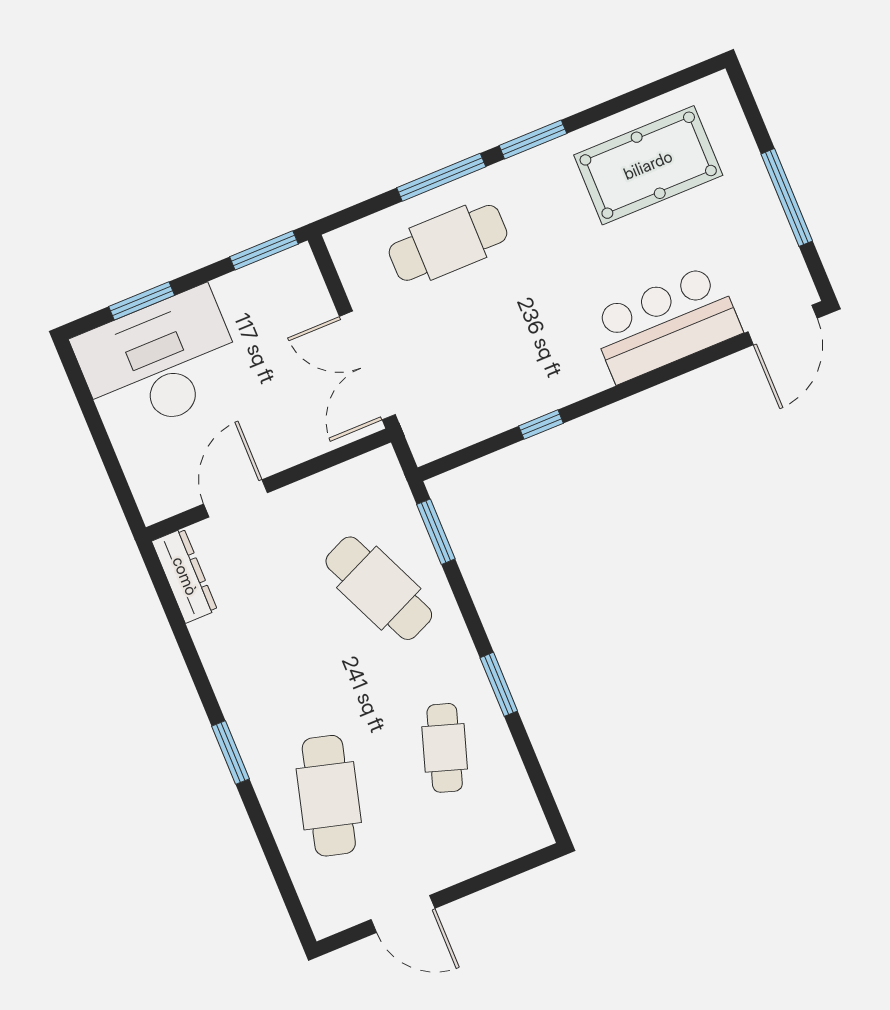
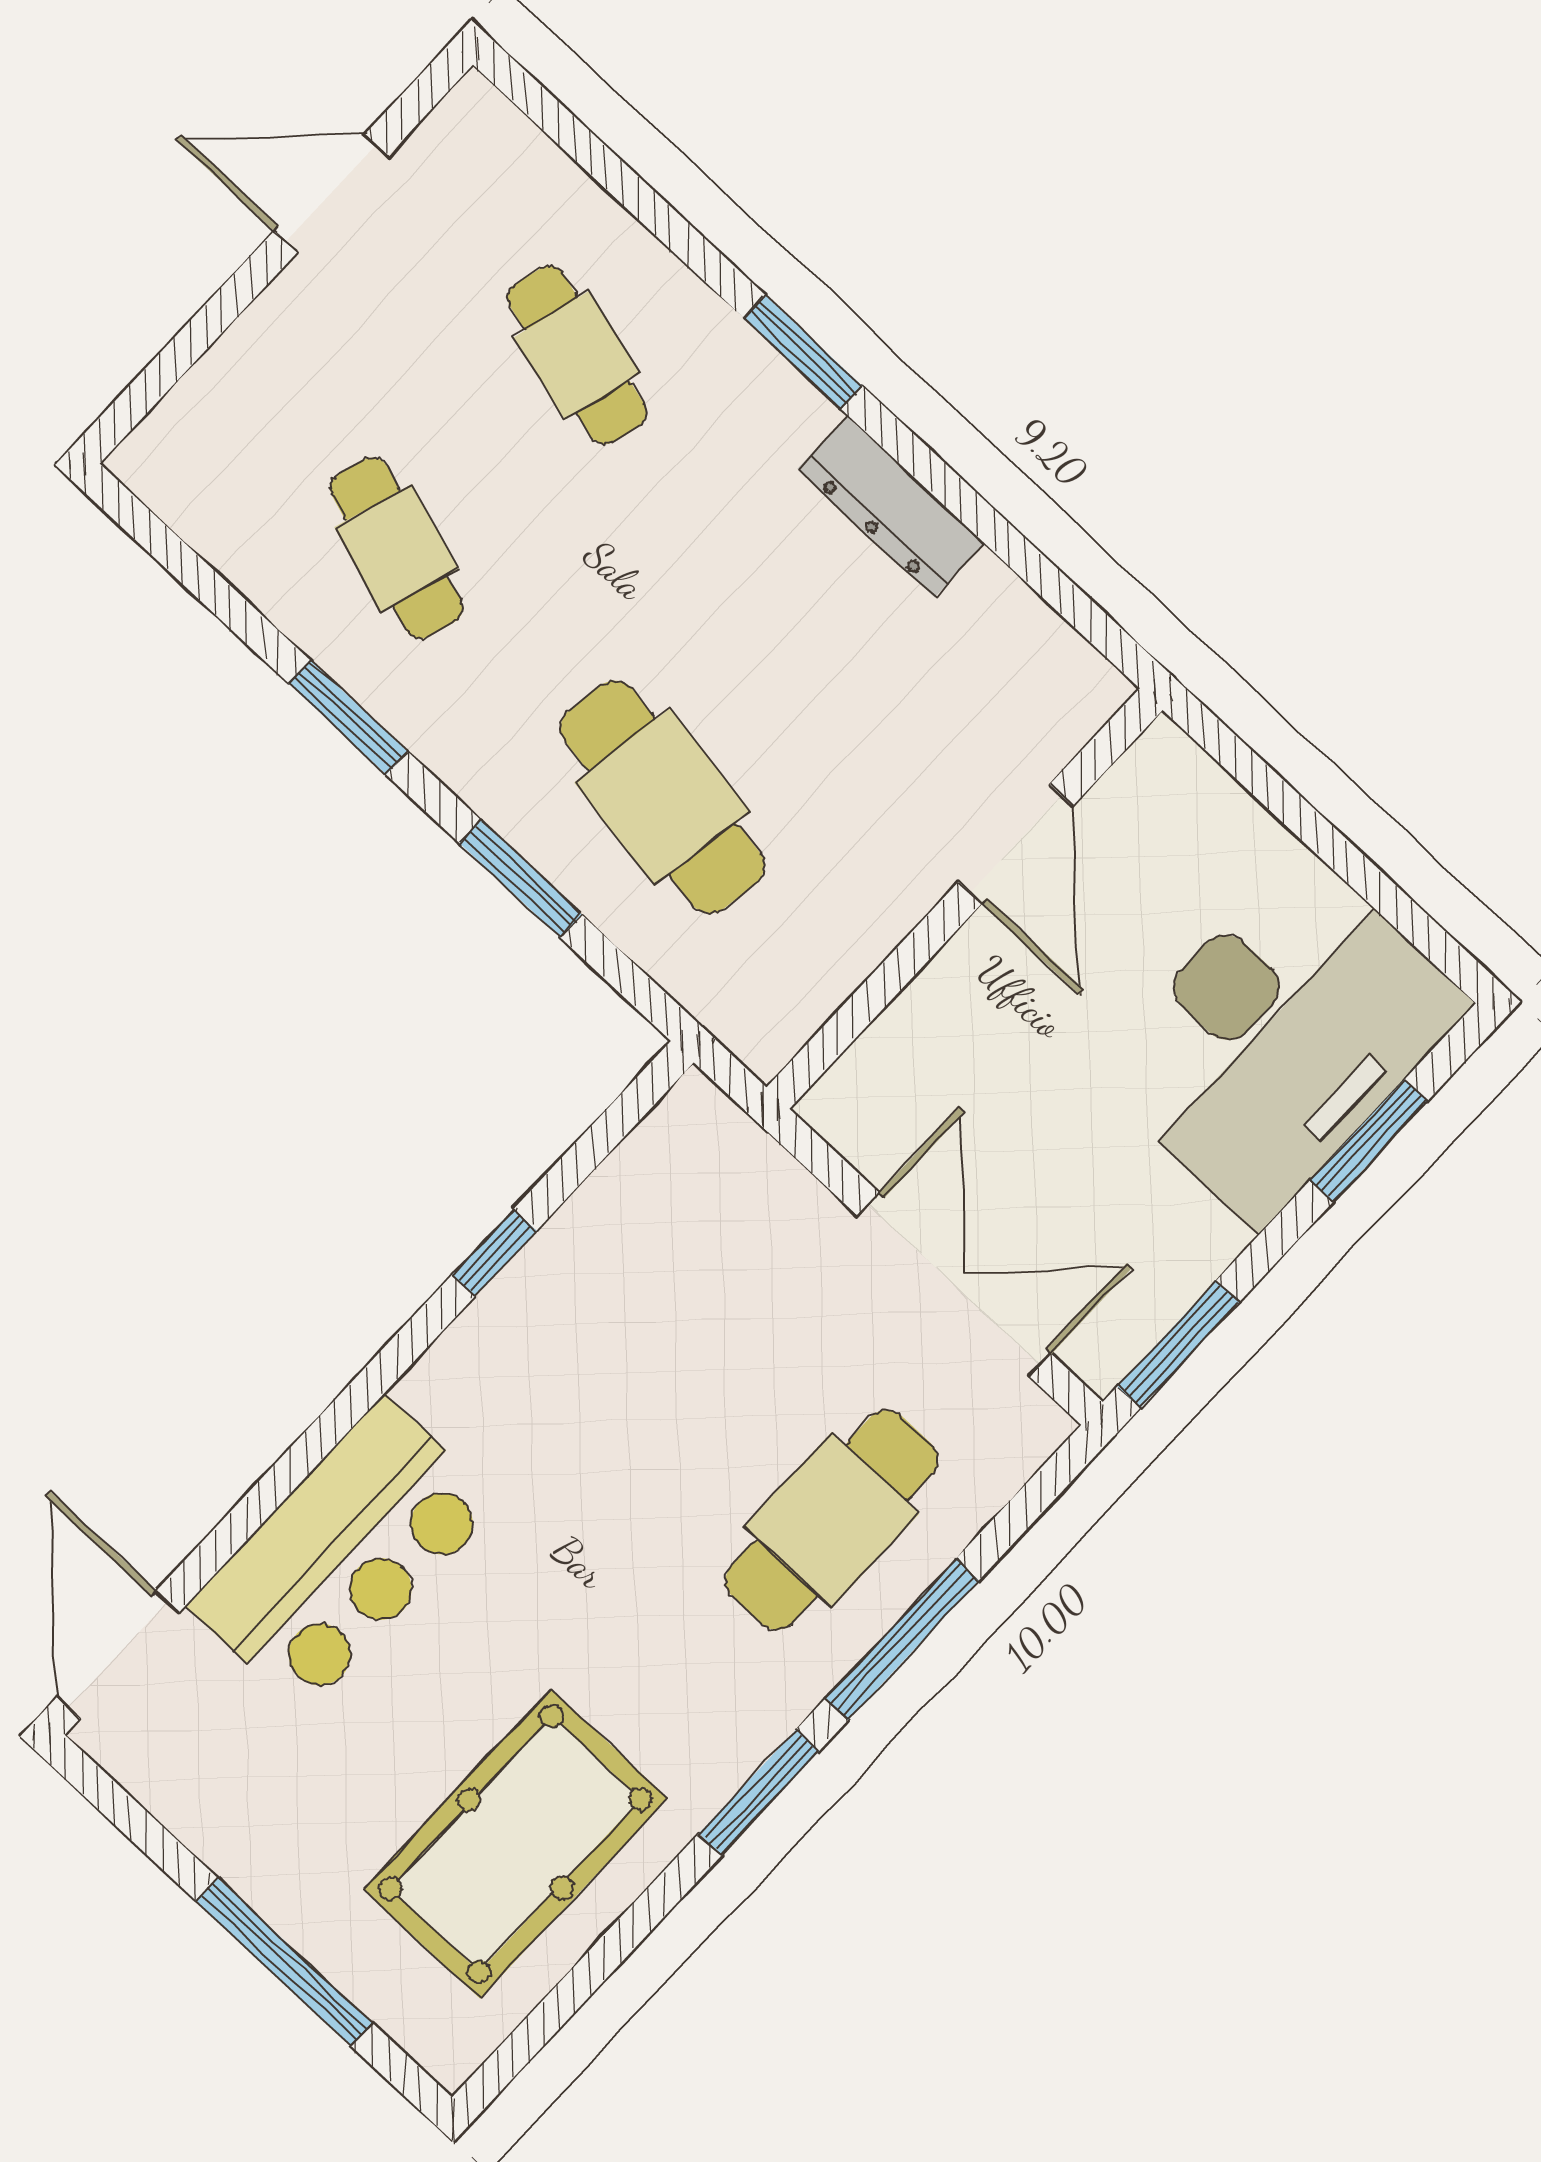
window: (787, 197) -> (284, 1962), moved
double door: (367, 365) -> (955, 1285), moved
window: (436, 532) -> (521, 879), moved
dresser: (185, 576) -> (891, 506), moved
cafe table: (379, 588) -> (662, 797), turned 33
cafe table: (329, 796) -> (577, 355), width x0.73, depth x0.74

